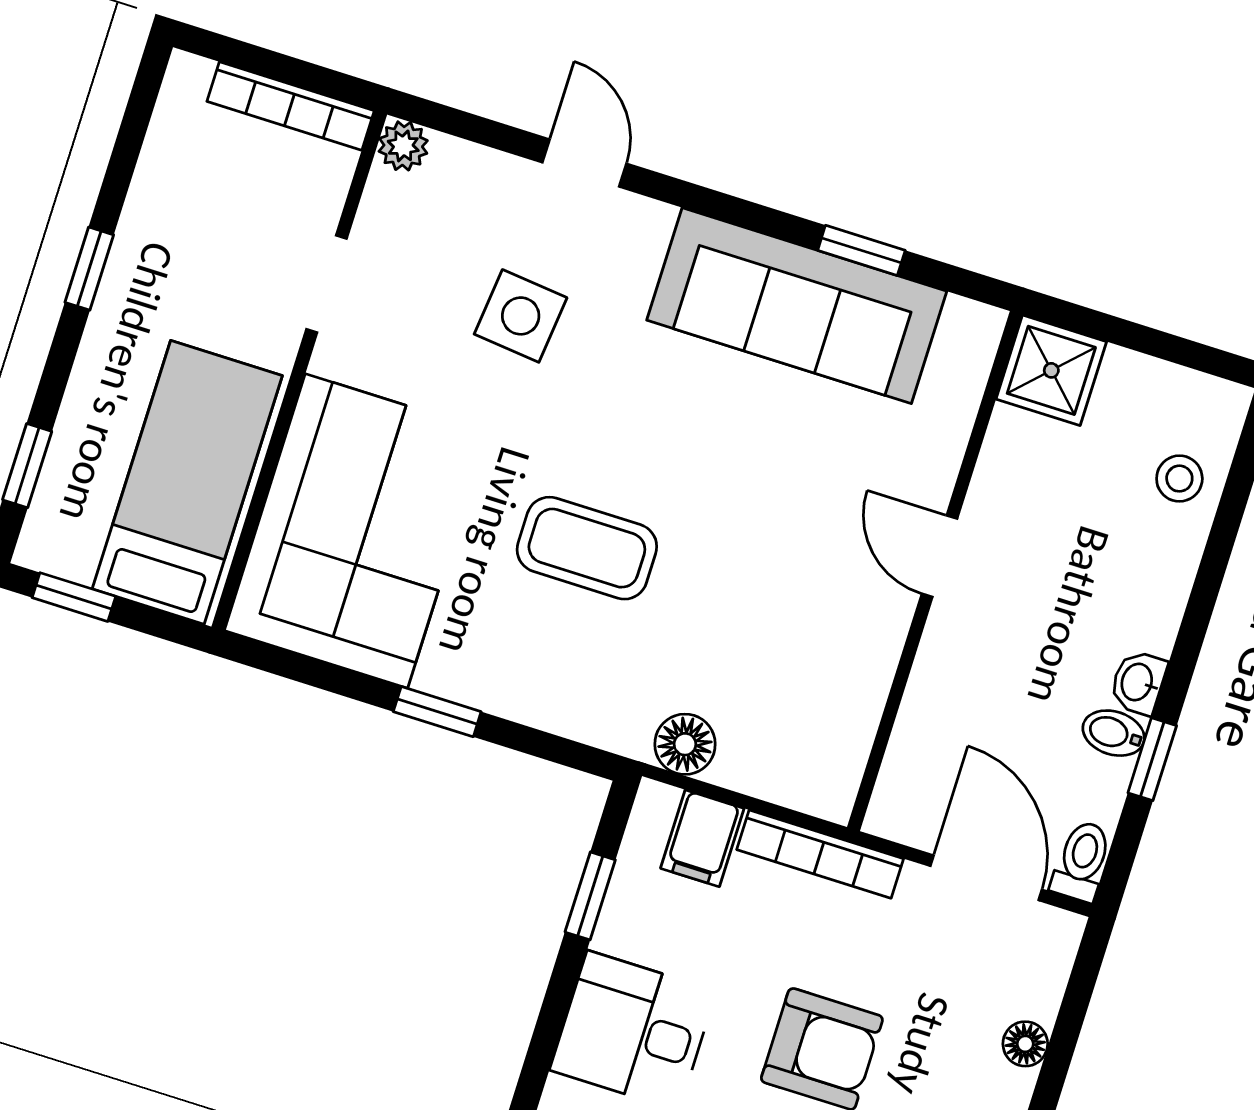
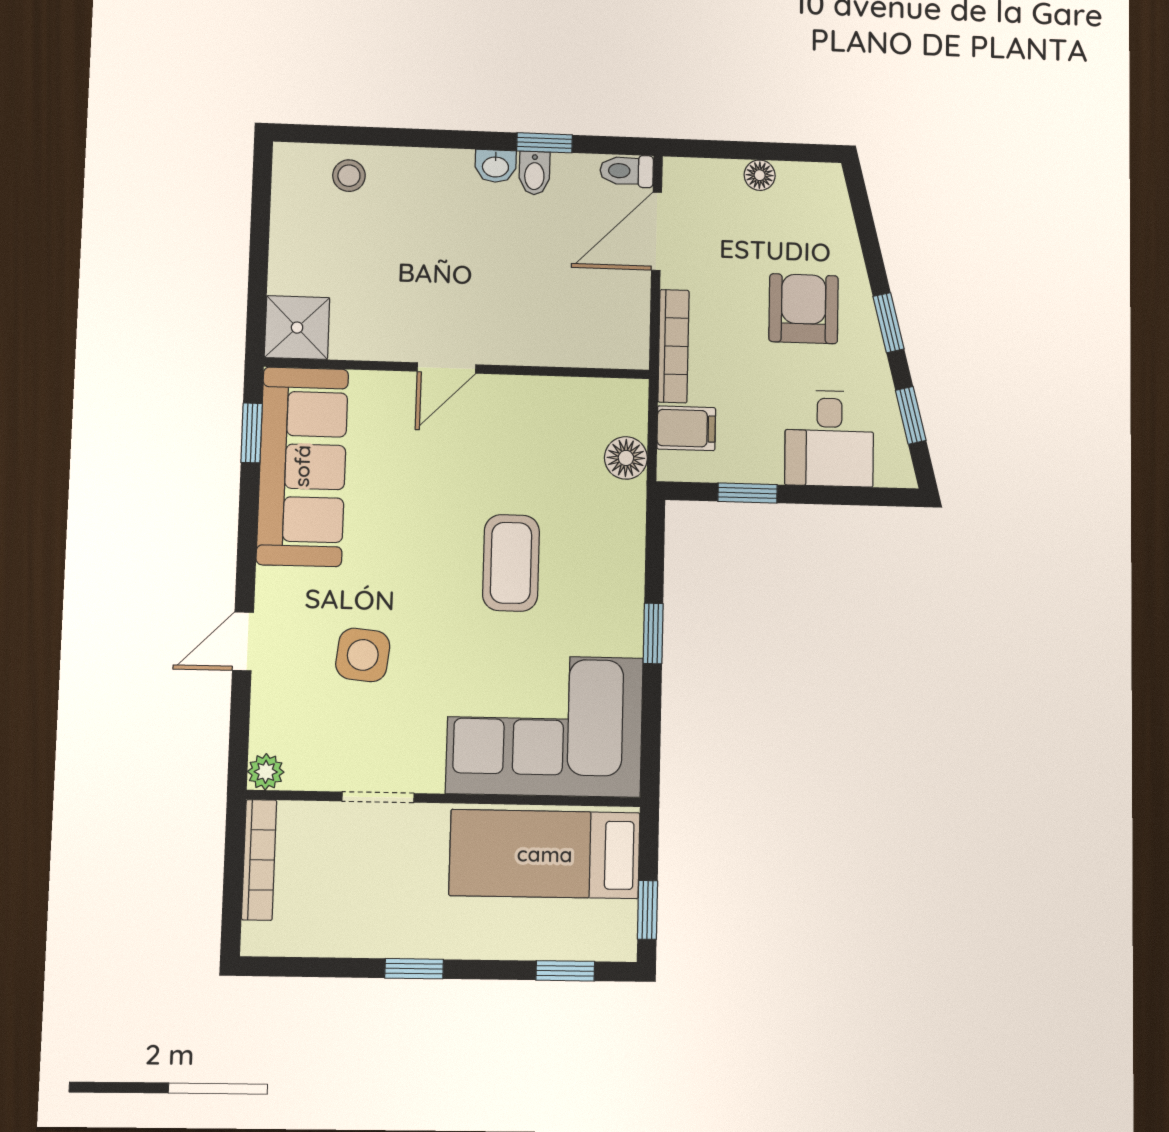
shower: (1051, 370) -> (297, 328), moved
door: (939, 556) -> (446, 368), moved
wall: (935, 571) -> (458, 368), moved

